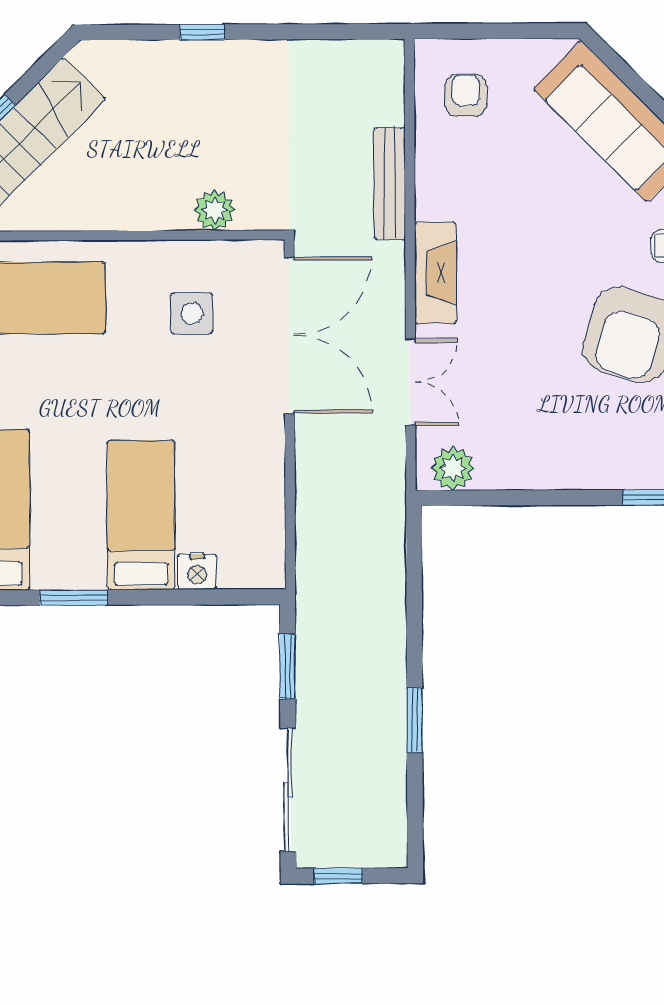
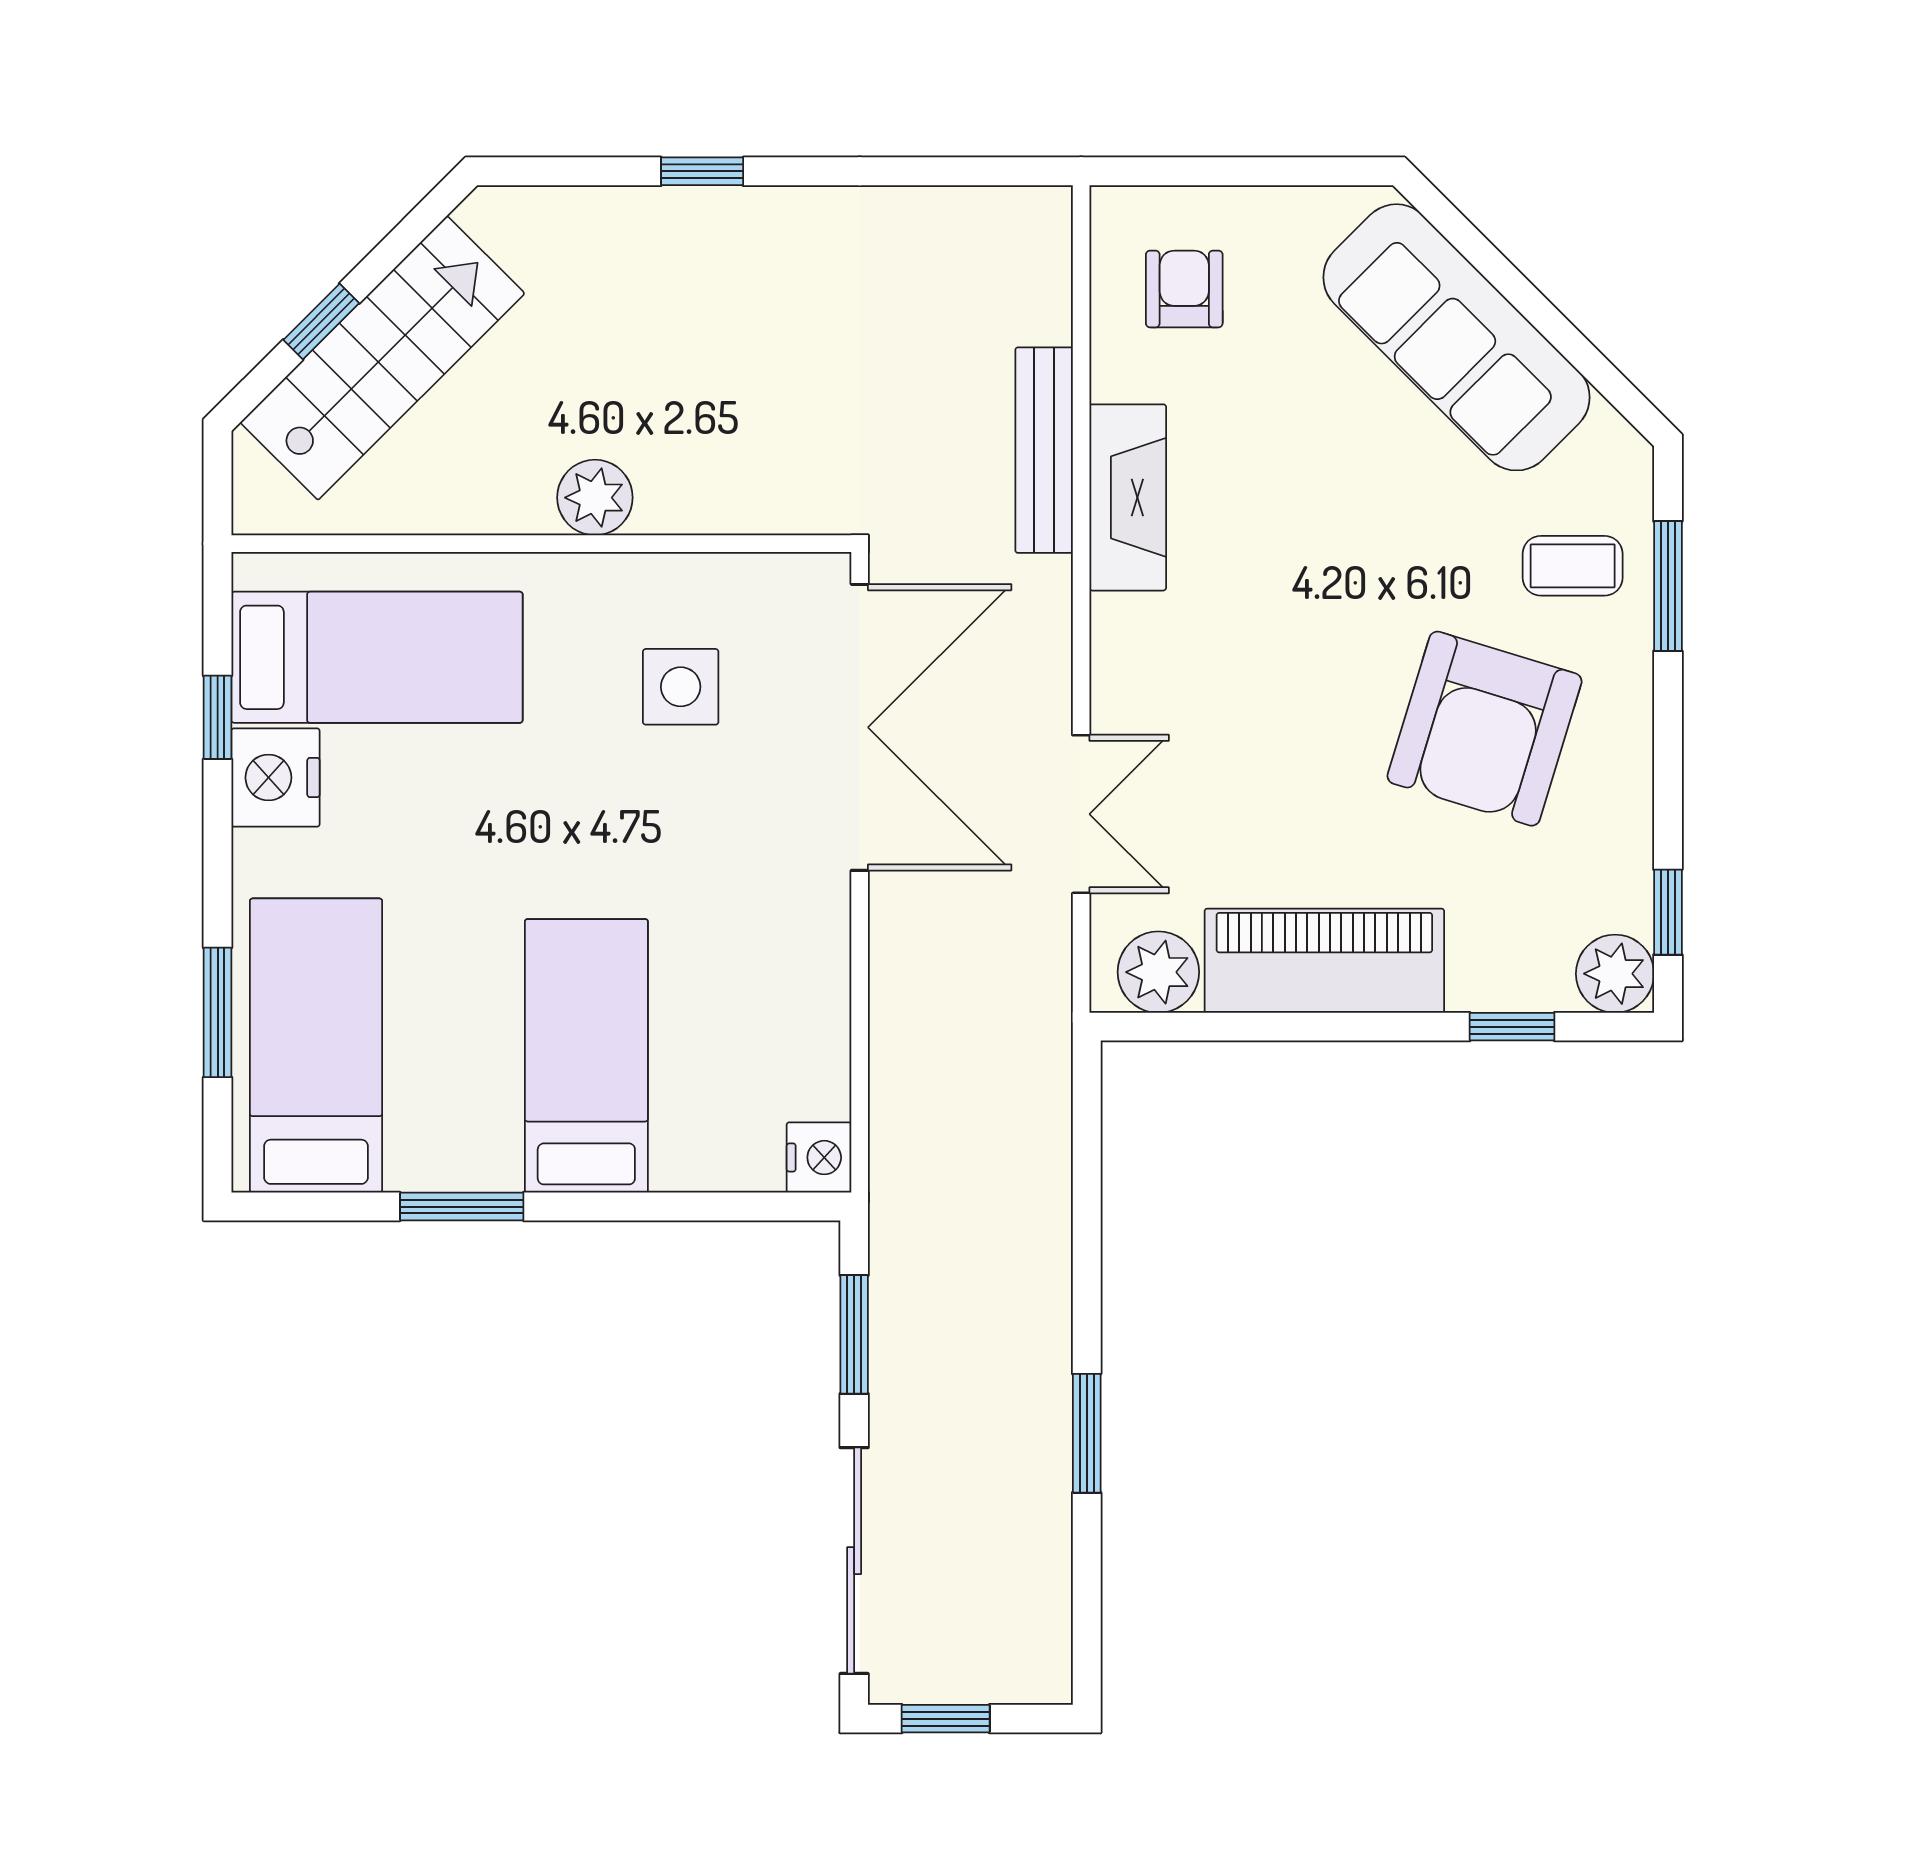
plant: (215, 210) -> (595, 498), moved
fireplace: (436, 273) -> (1128, 497), moved
piano: (543, 462) -> (1324, 961), added
nightstand: (197, 572) -> (819, 1158), moved, turned -90

